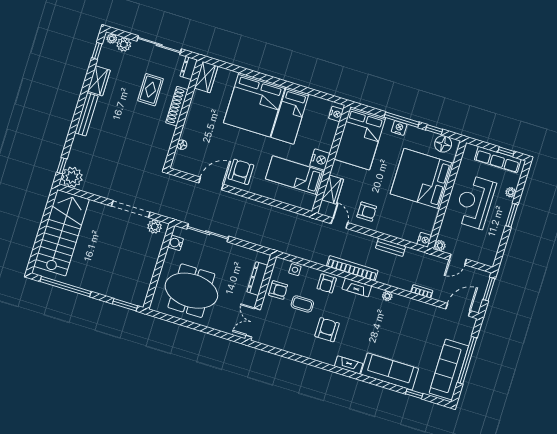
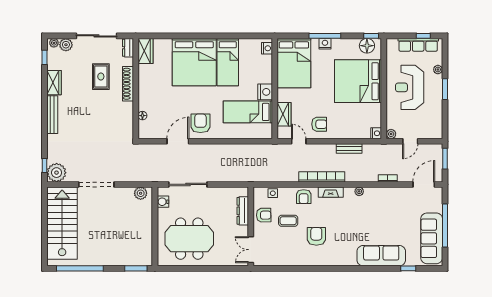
window: (434, 130) -> (371, 36), moved
doorway: (131, 209) -> (96, 184), moved
fireplace: (349, 365) -> (344, 261), removed

